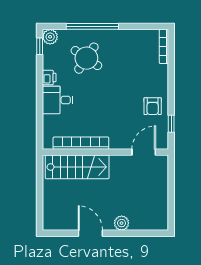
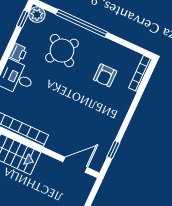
armchair: (153, 106) -> (105, 75), moved

